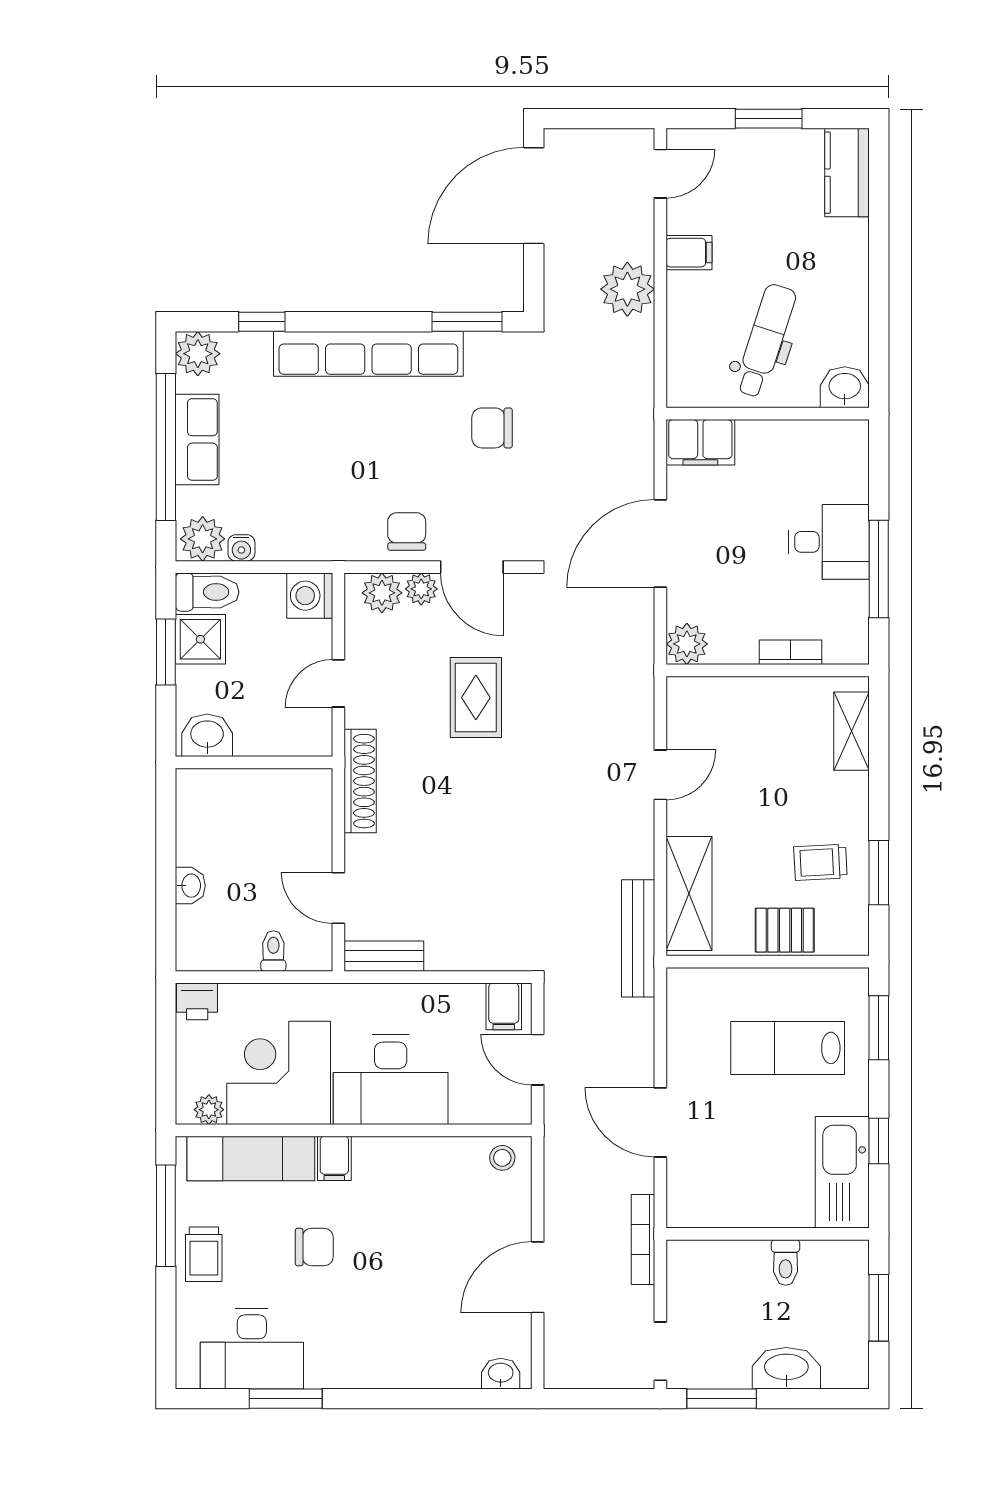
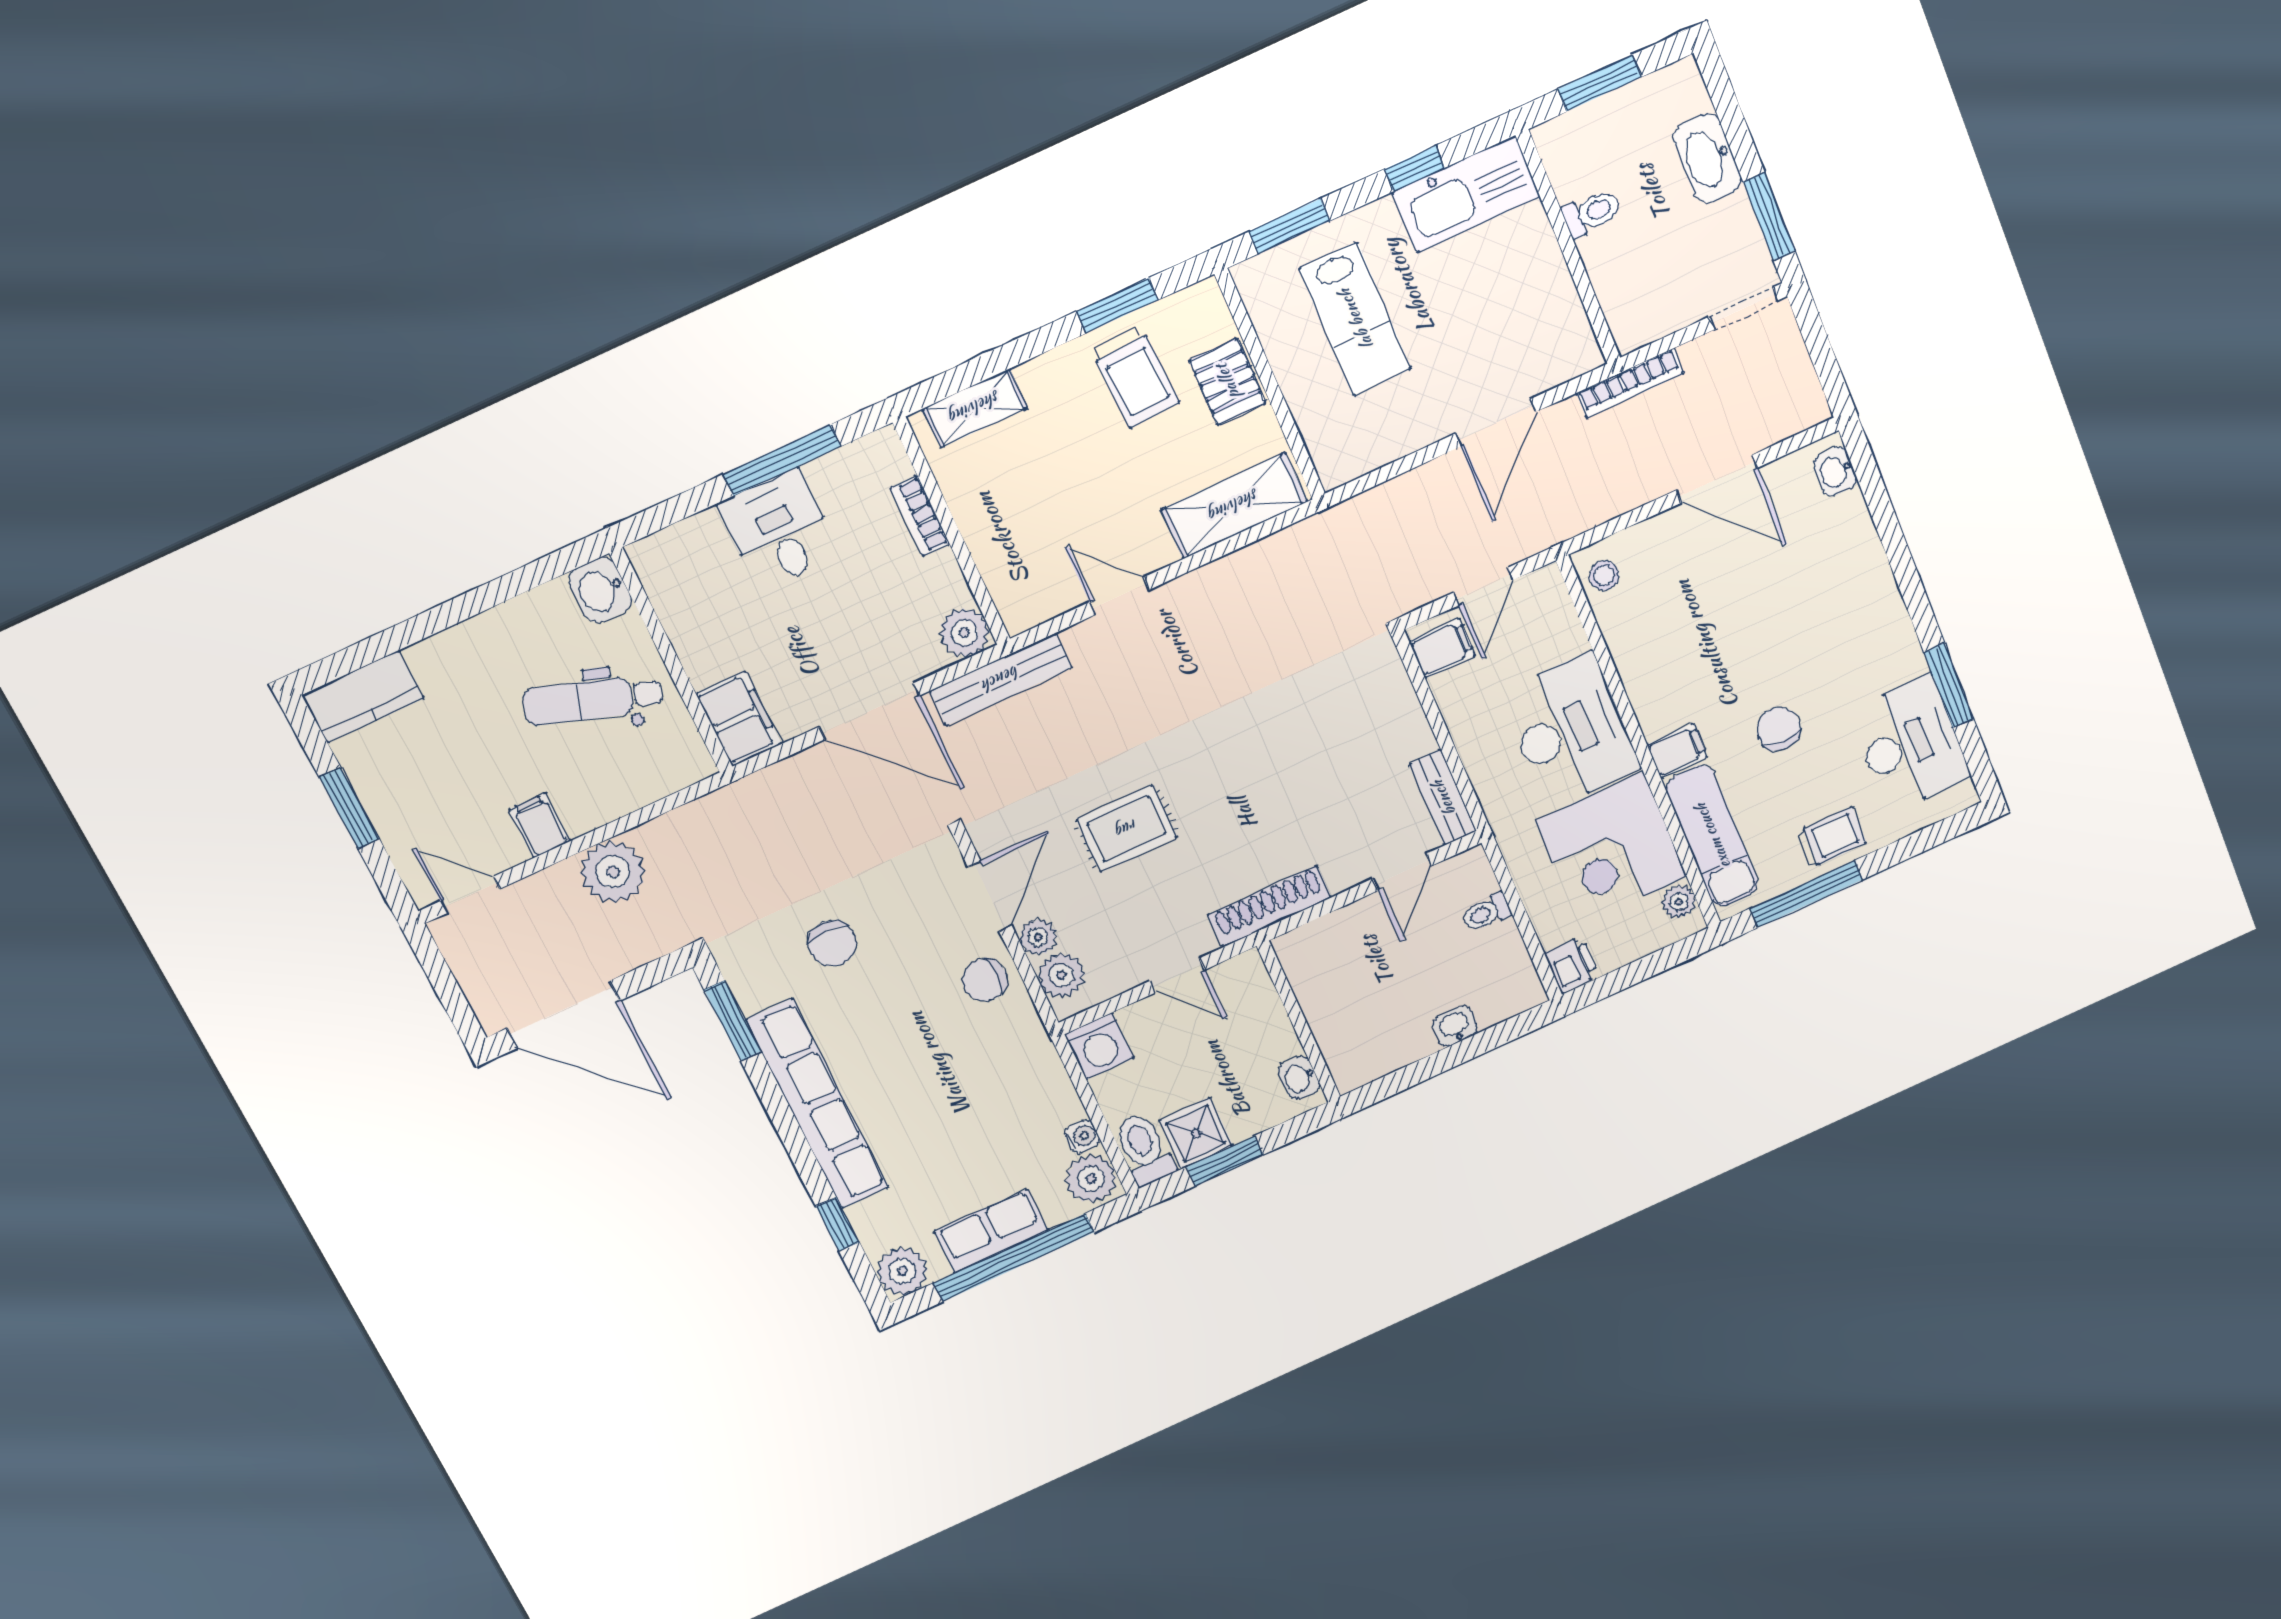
washbasin: (207, 735) -> (1299, 1078), width x0.72, depth x0.69
trolley: (820, 862) -> (1135, 376), width x1.36, depth x1.39
bench: (638, 938) -> (1001, 679), moved

